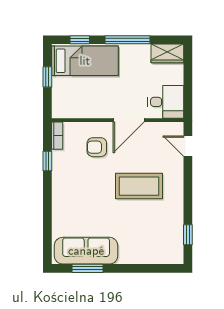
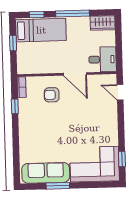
door: (129, 120) -> (75, 74), hinge flipped
coffee table: (139, 186) -> (84, 123), removed
corner sofa: (151, 241) -> (95, 164), added
window: (88, 268) -> (58, 186), moved

